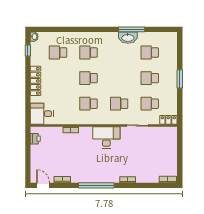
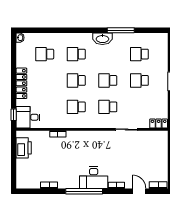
washbasin: (128, 38) -> (102, 39), moved
window: (28, 50) -> (14, 115), moved
school desk: (150, 104) -> (108, 80), moved
desk: (106, 137) -> (94, 178), moved, turned 180
printer: (35, 139) -> (24, 148), width x1.87, depth x1.48
door: (43, 185) -> (139, 191), moved

